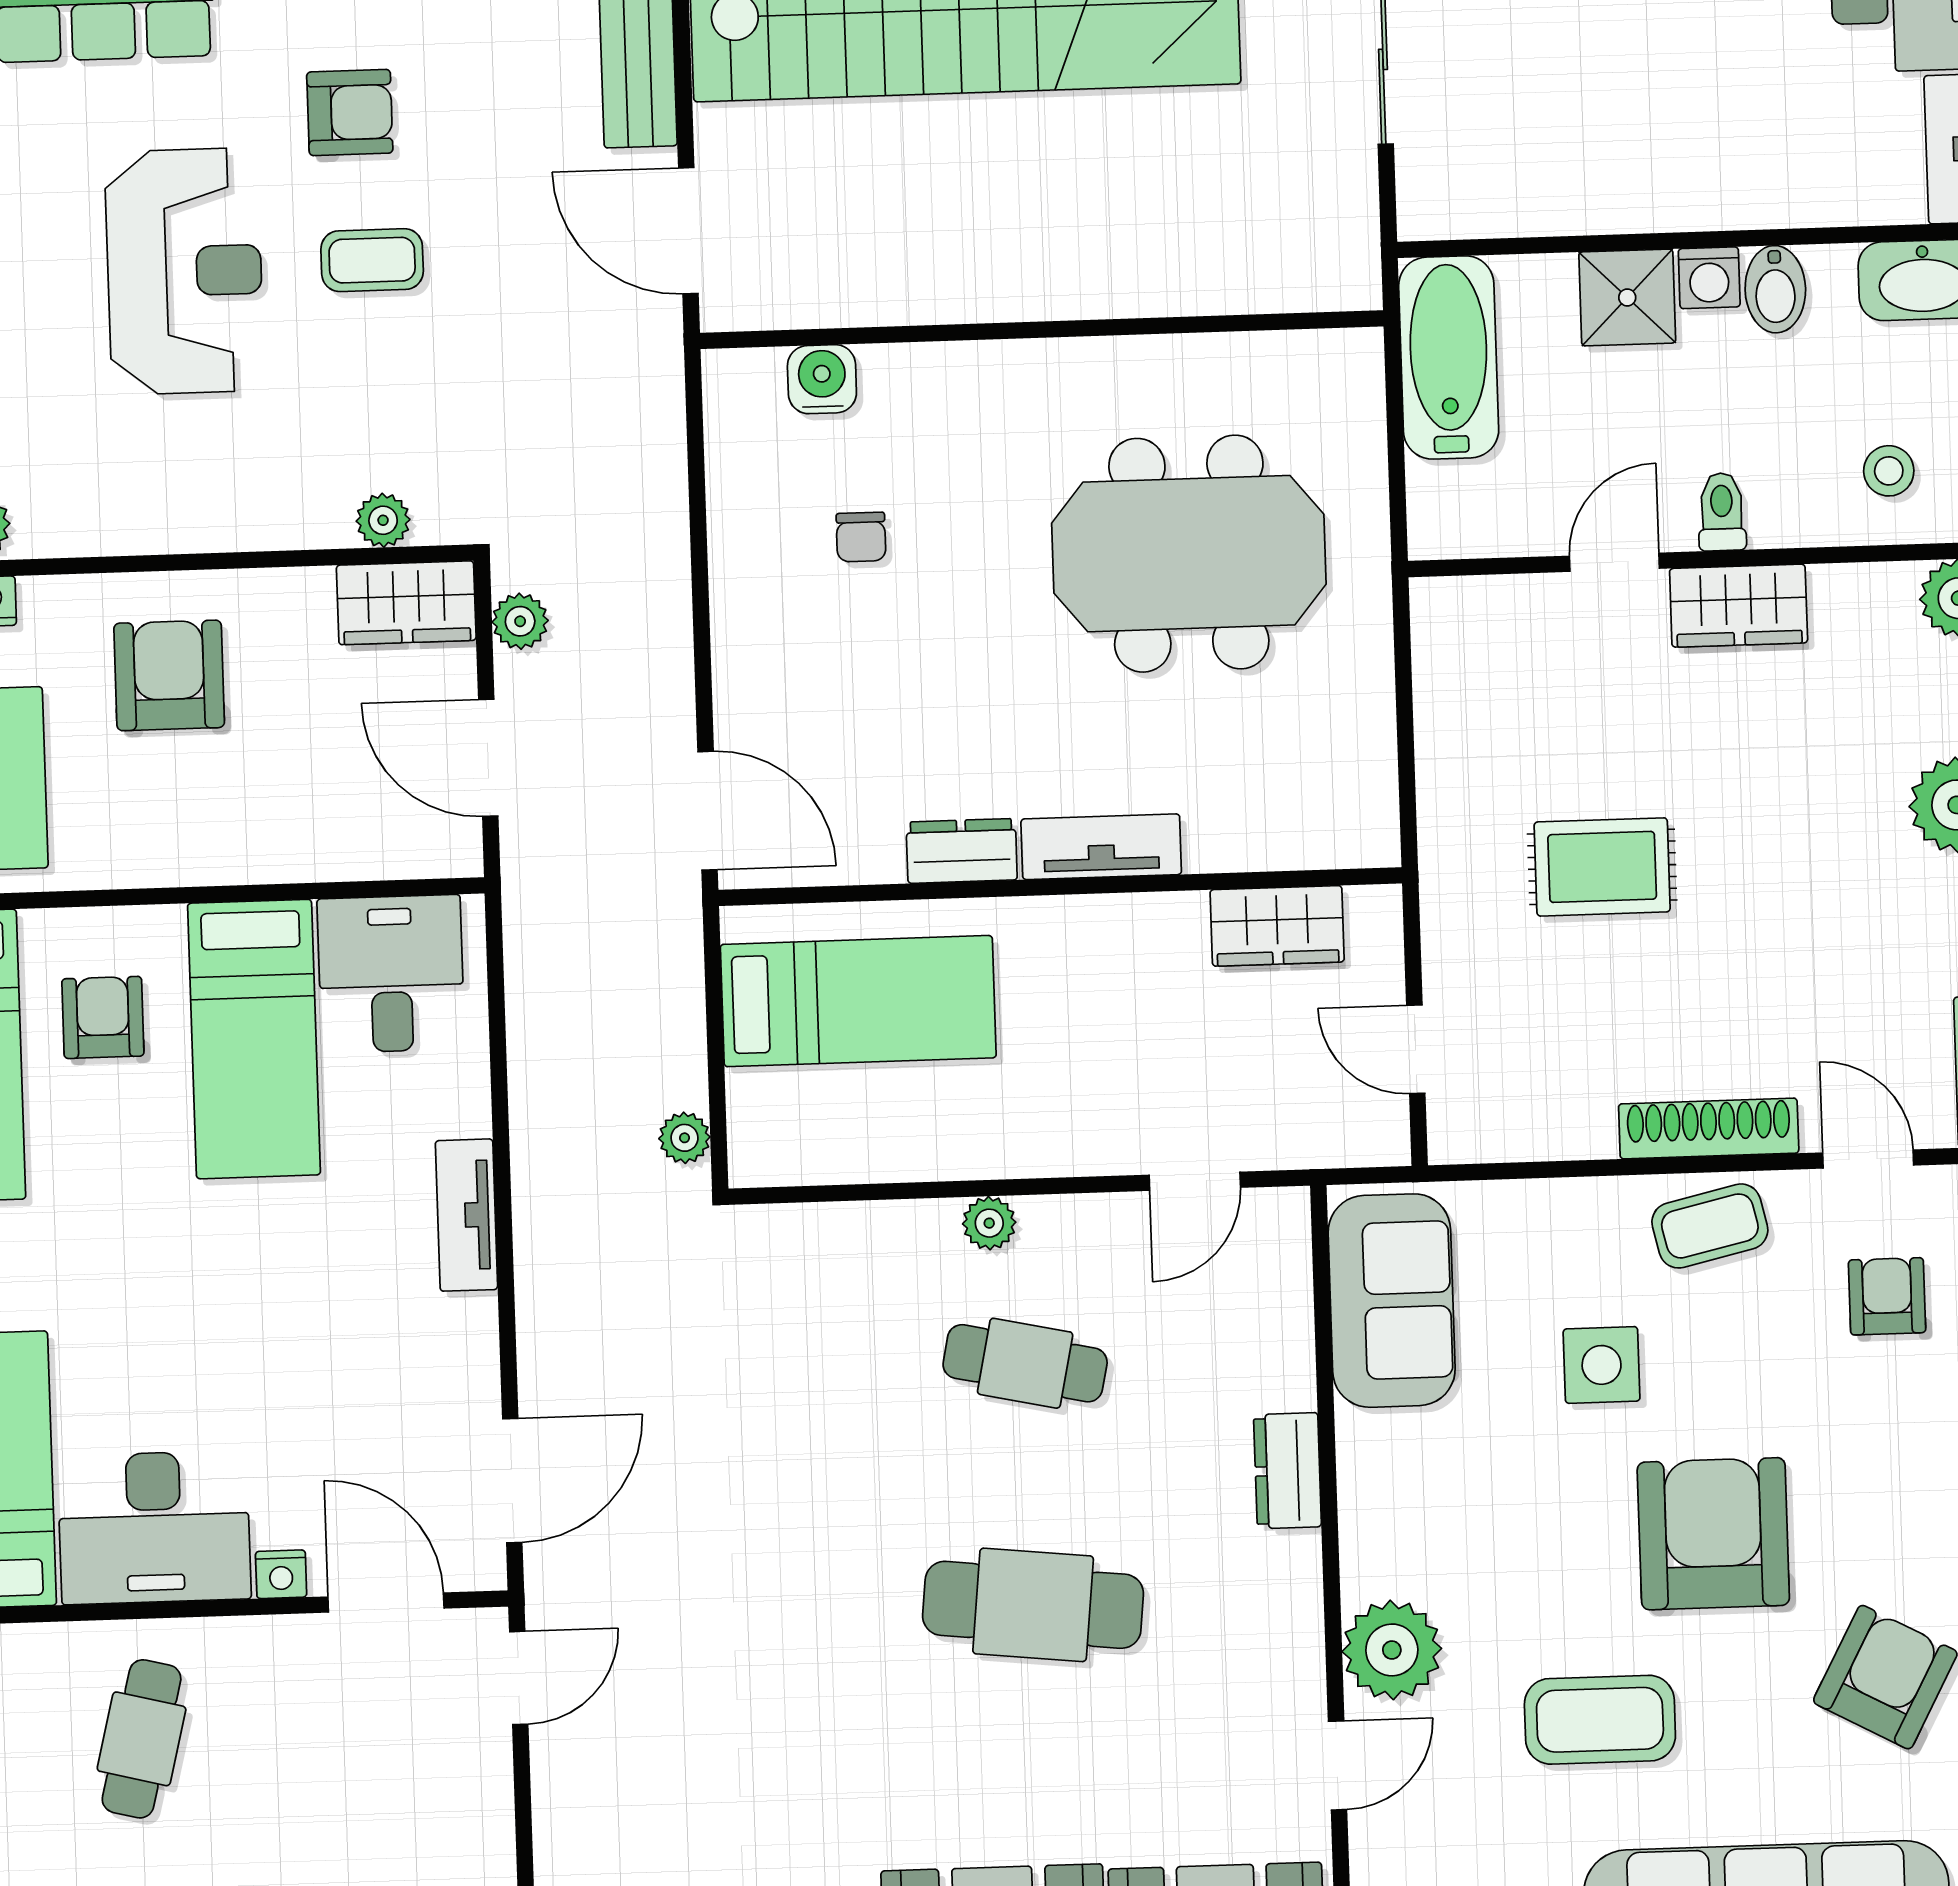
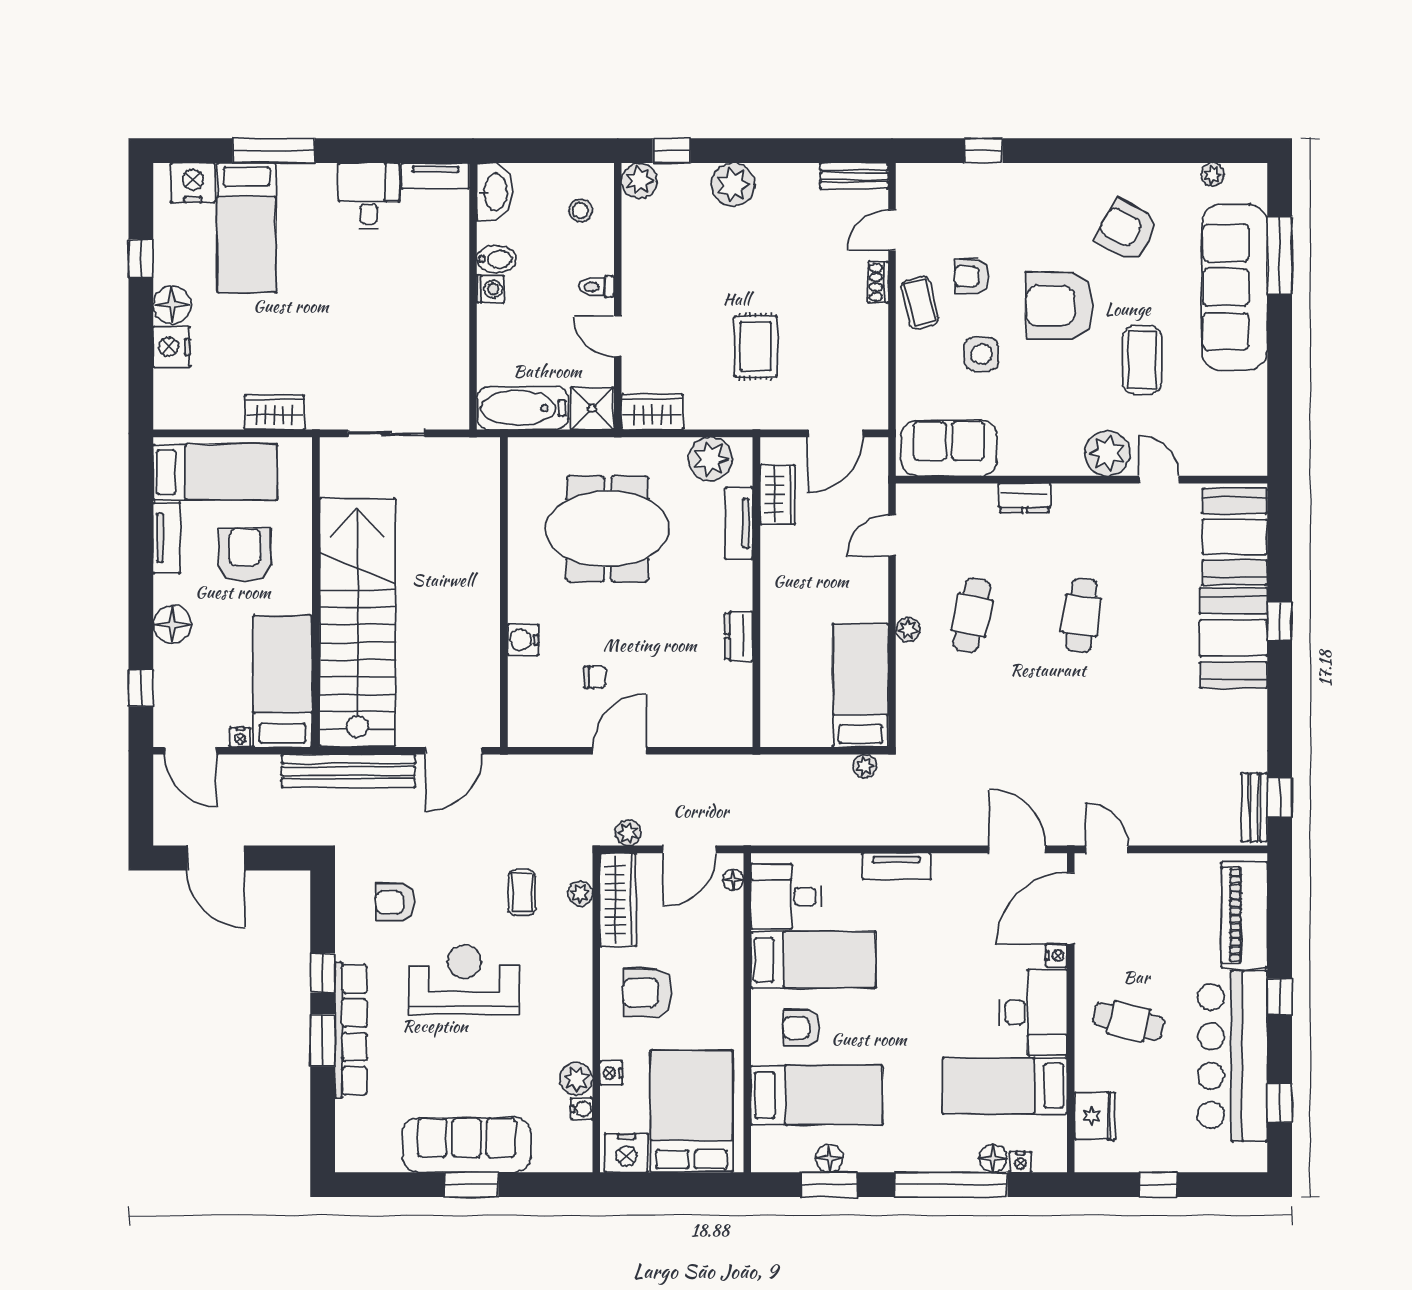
armchair: (350, 113) -> (395, 902), turned -90
coffee table: (372, 260) -> (522, 893), moved
shower: (1627, 297) -> (592, 408), moved
water cooler: (822, 379) -> (523, 640), moved
meeting table: (1189, 554) -> (607, 529), turned 90
wardrobe: (406, 603) -> (618, 900), width x1.50
wardrobe: (1739, 606) -> (652, 412), moved, turned -90
plant: (1350, 775) -> (710, 459), added
door: (708, 811) -> (620, 751), moved
tv unit: (1101, 847) -> (739, 523), moved
floor lamp: (425, 856) -> (733, 880), added
bed: (858, 1001) -> (861, 685), moved
door: (1416, 1049) -> (835, 433), width x1.38
shoe rack: (1709, 1128) -> (878, 282), width x0.51, depth x0.81
door: (1195, 1181) -> (892, 536), swing flipped
armchair: (1887, 1296) -> (971, 276), moved
door: (386, 1603) -> (1071, 908), width x1.36
cafe table: (1033, 1605) -> (1081, 615), width x0.73, depth x0.74

